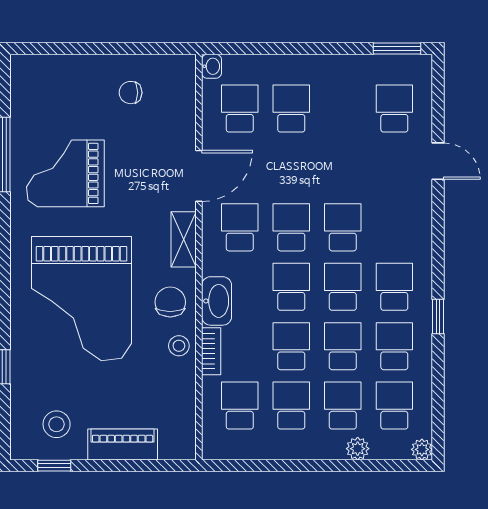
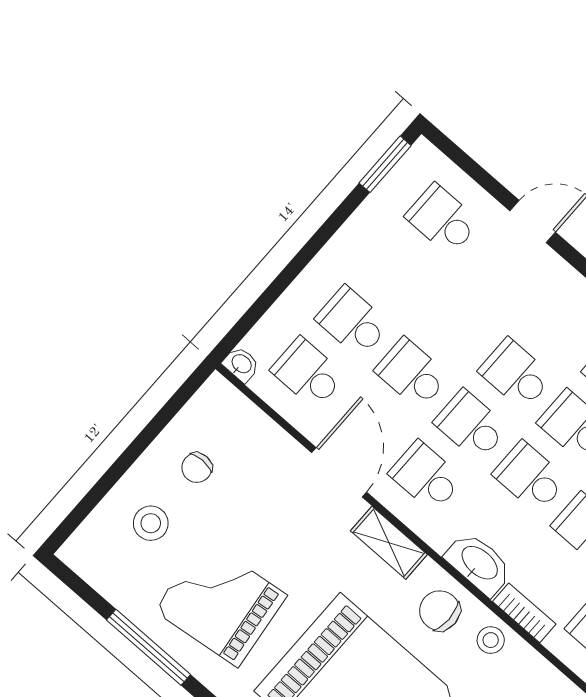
stool: (76, 94) -> (151, 523), added
school desk: (291, 168) -> (412, 373), added
grand piano: (65, 173) -> (220, 603), turned 83

